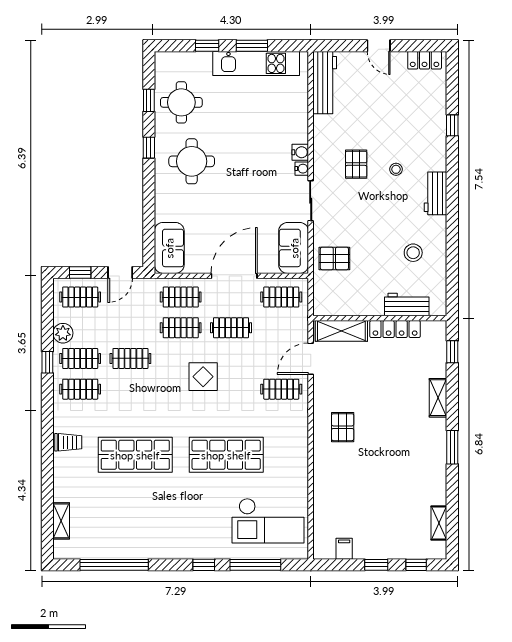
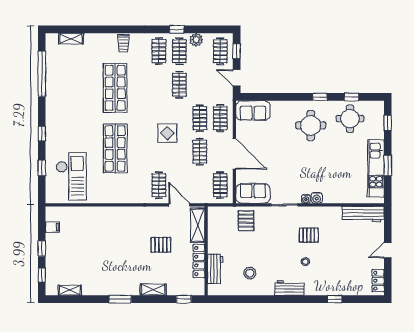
window: (207, 46) -> (388, 123), moved
pallet: (343, 427) -> (161, 245), moved
checkout: (268, 521) -> (71, 176), turned 180
window: (255, 565) -> (42, 168), width x0.46

